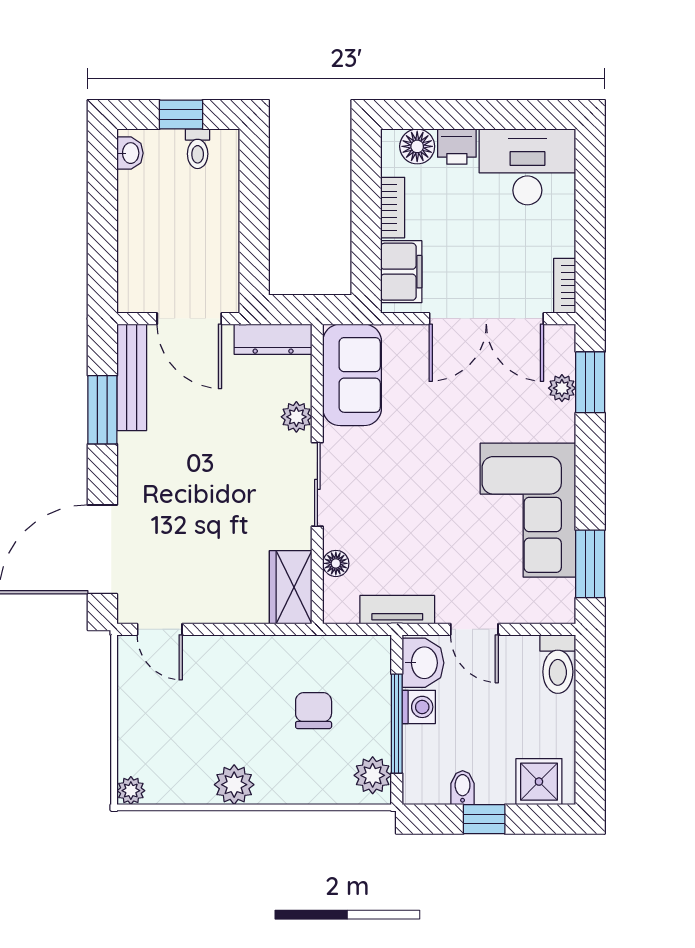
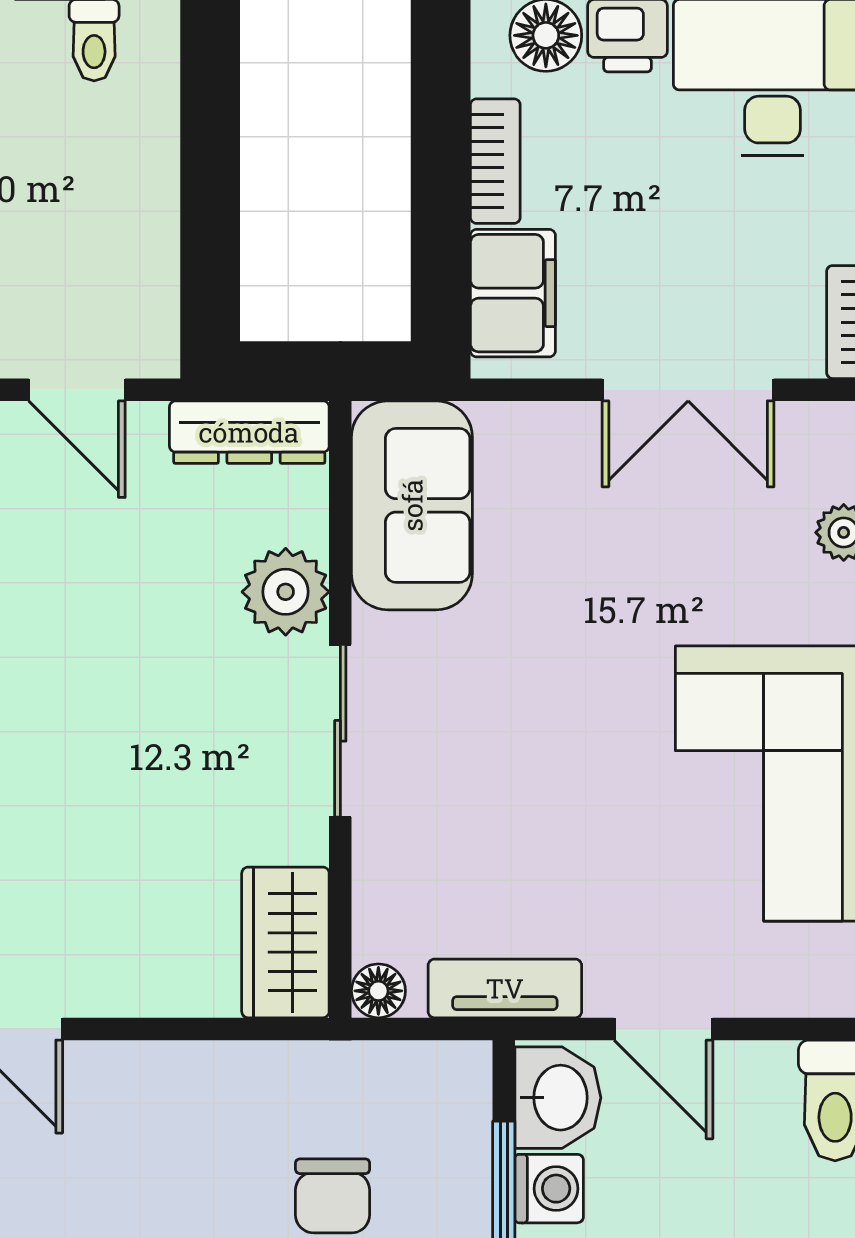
door: (189, 319) -> (77, 390), width x0.73
double door: (486, 319) -> (688, 390), width x0.73
plant: (296, 417) -> (286, 592), width x1.38, depth x1.38
floor lamp: (336, 563) -> (378, 991), moved
chair: (314, 711) -> (333, 1196), turned 180

